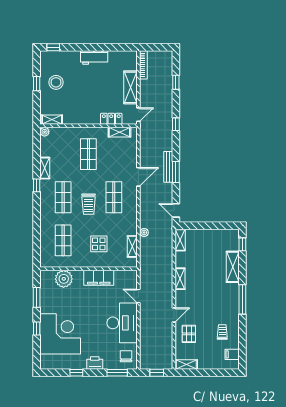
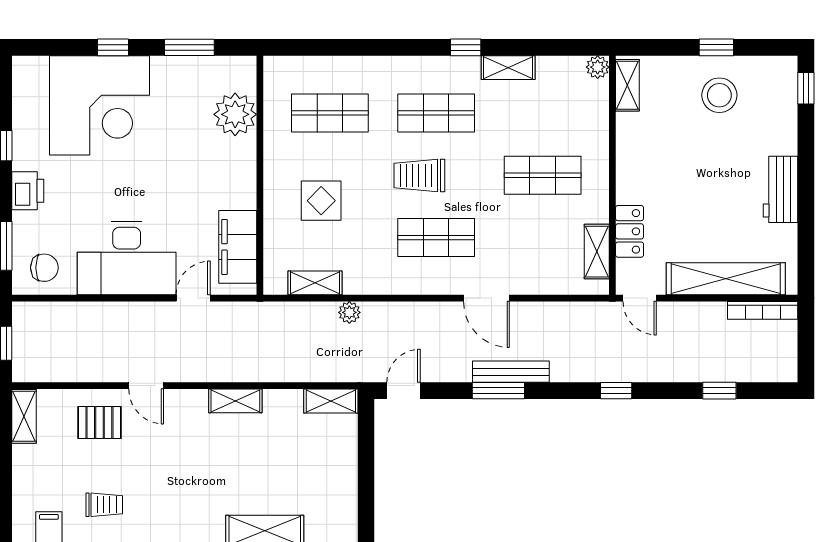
shelving: (130, 87) -> (726, 279), width x1.47
filing cabinet: (99, 278) -> (238, 247), moved

